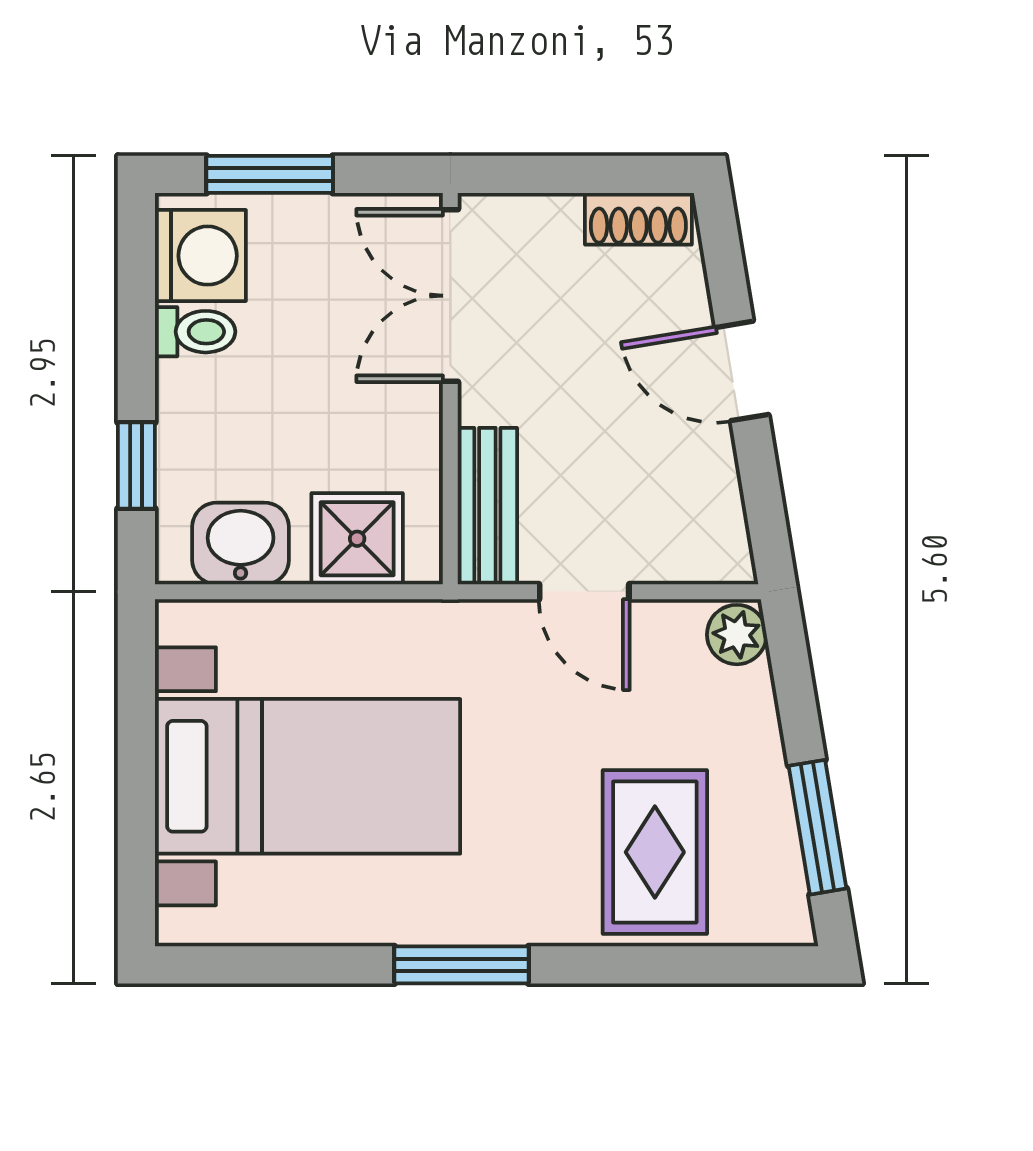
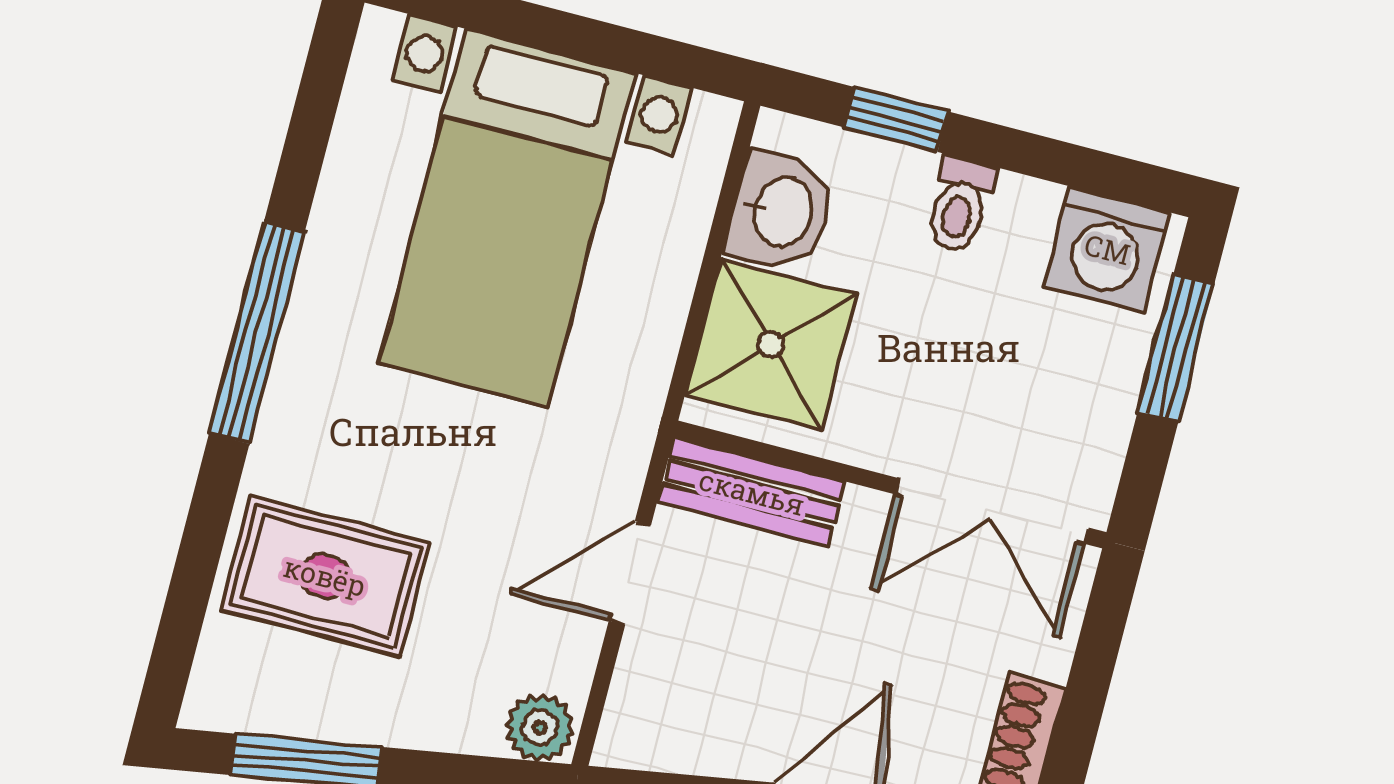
double door: (450, 296) -> (992, 511), swing flipped
toilet: (195, 332) -> (960, 205), moved
shower: (357, 539) -> (771, 345), width x1.36, depth x1.36
window: (462, 965) -> (257, 333), width x1.44

